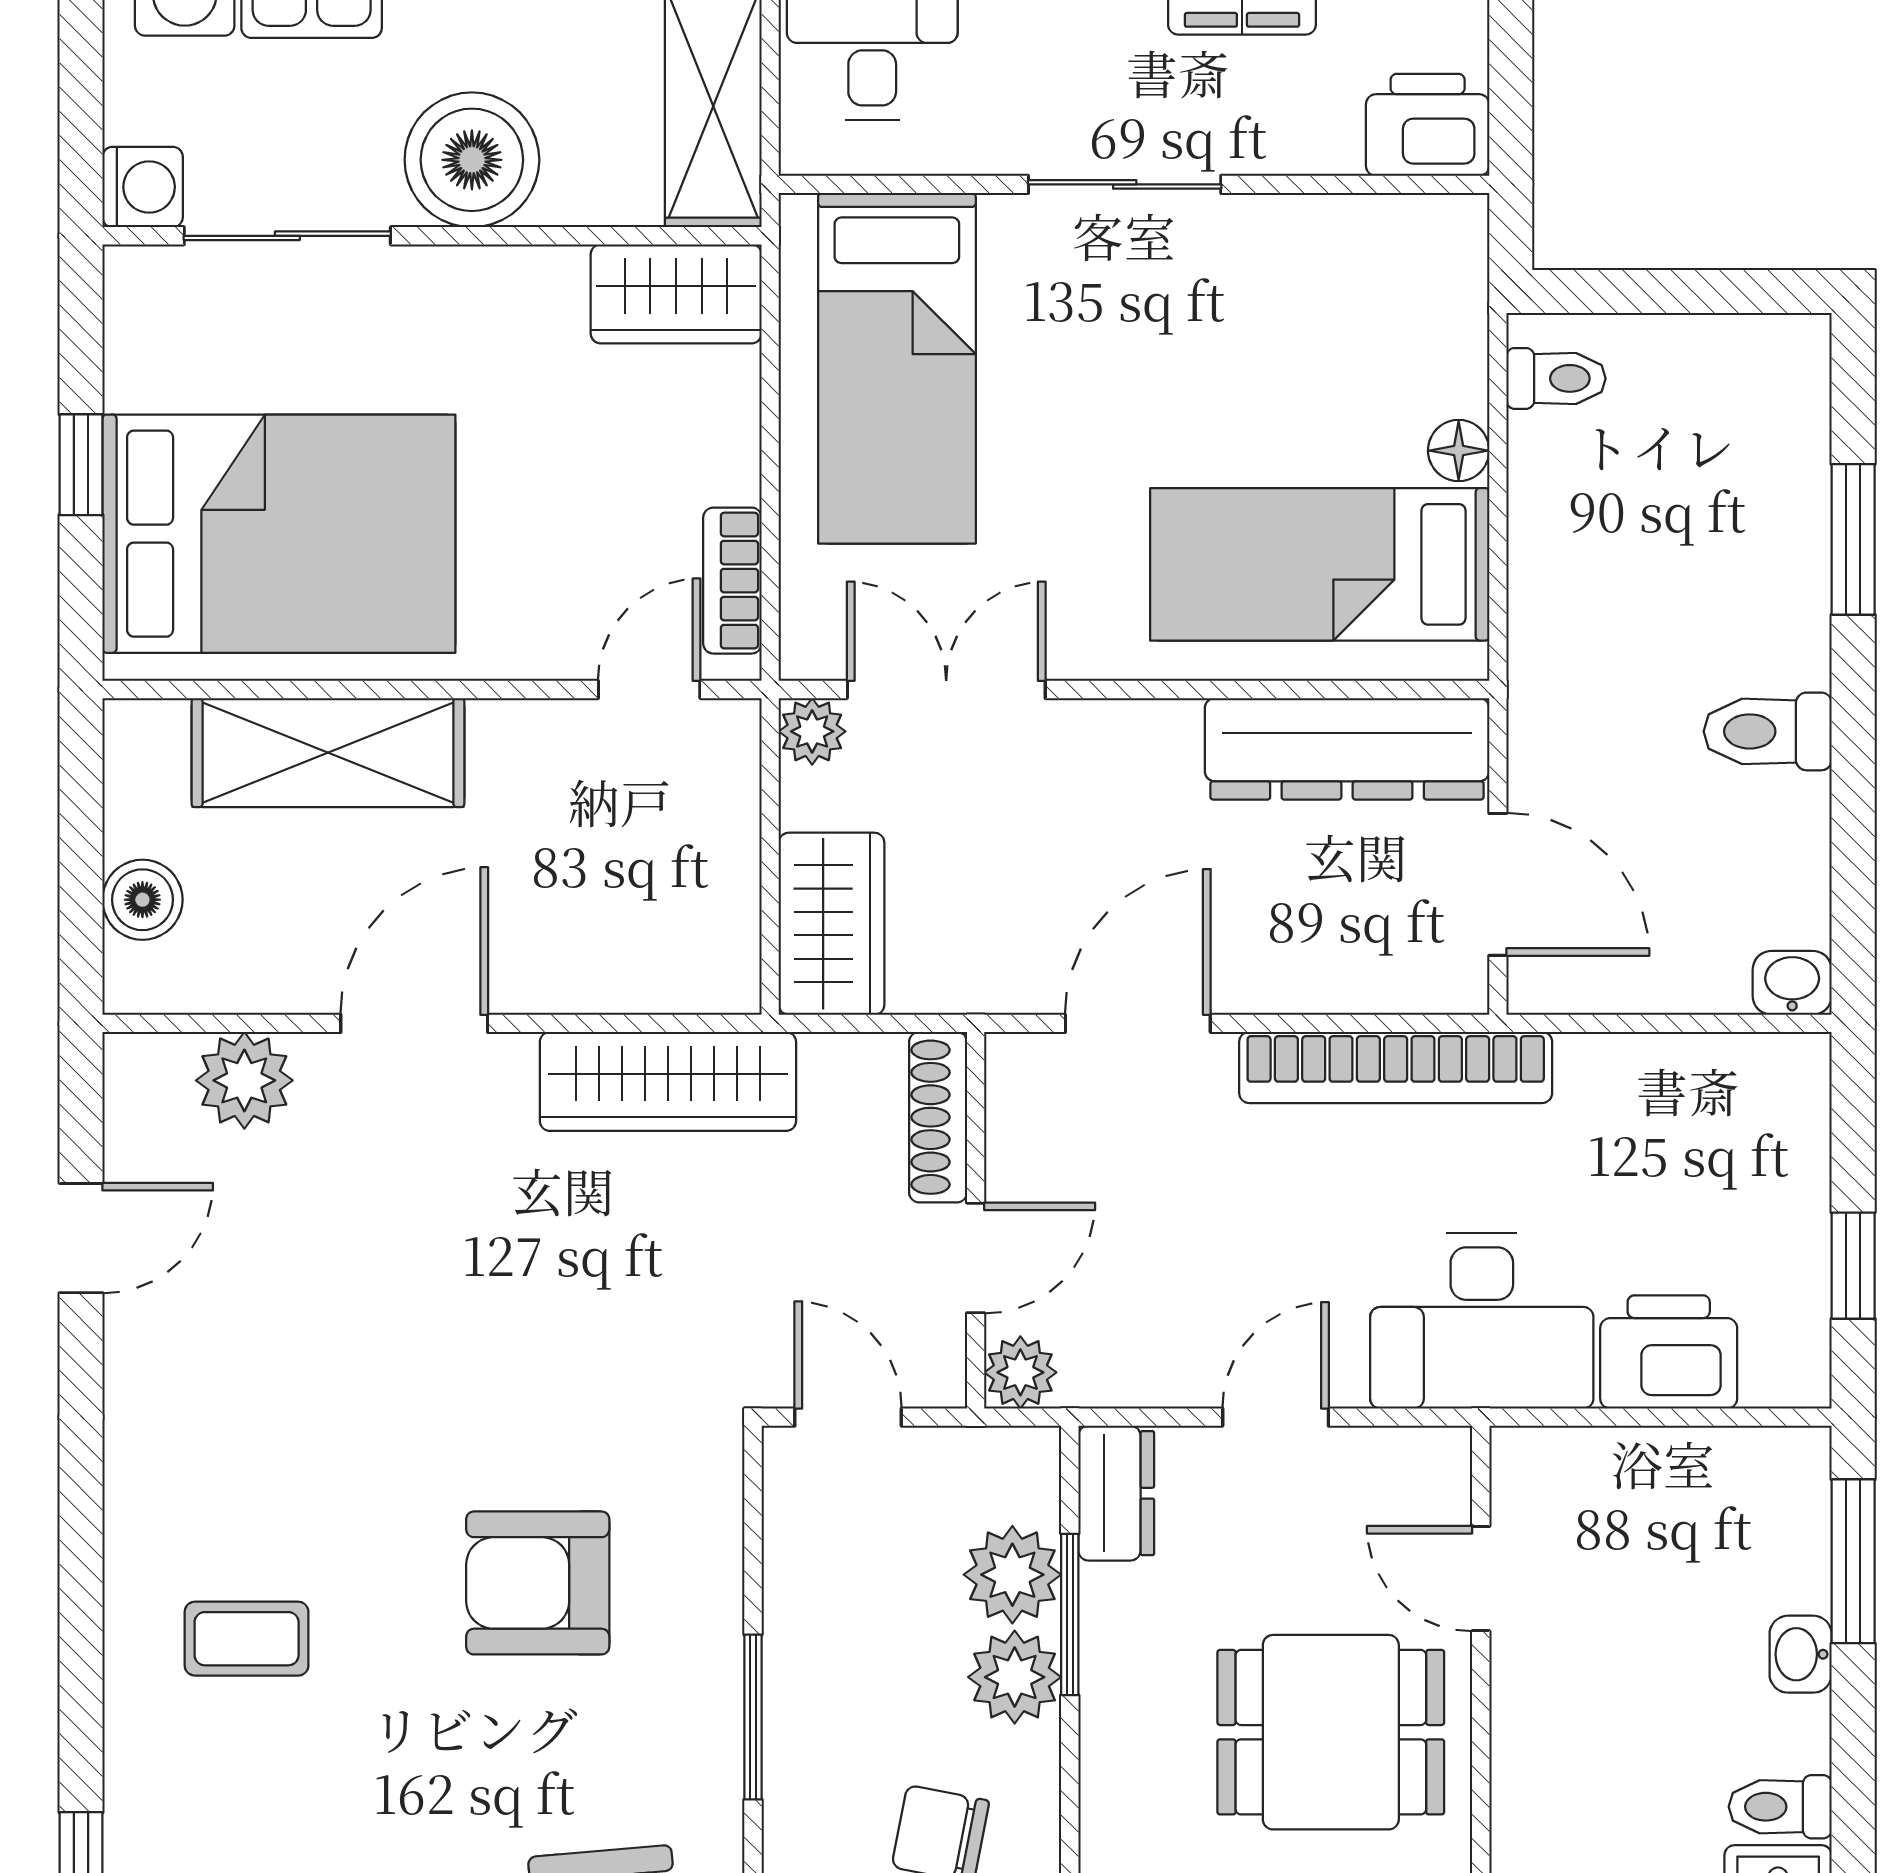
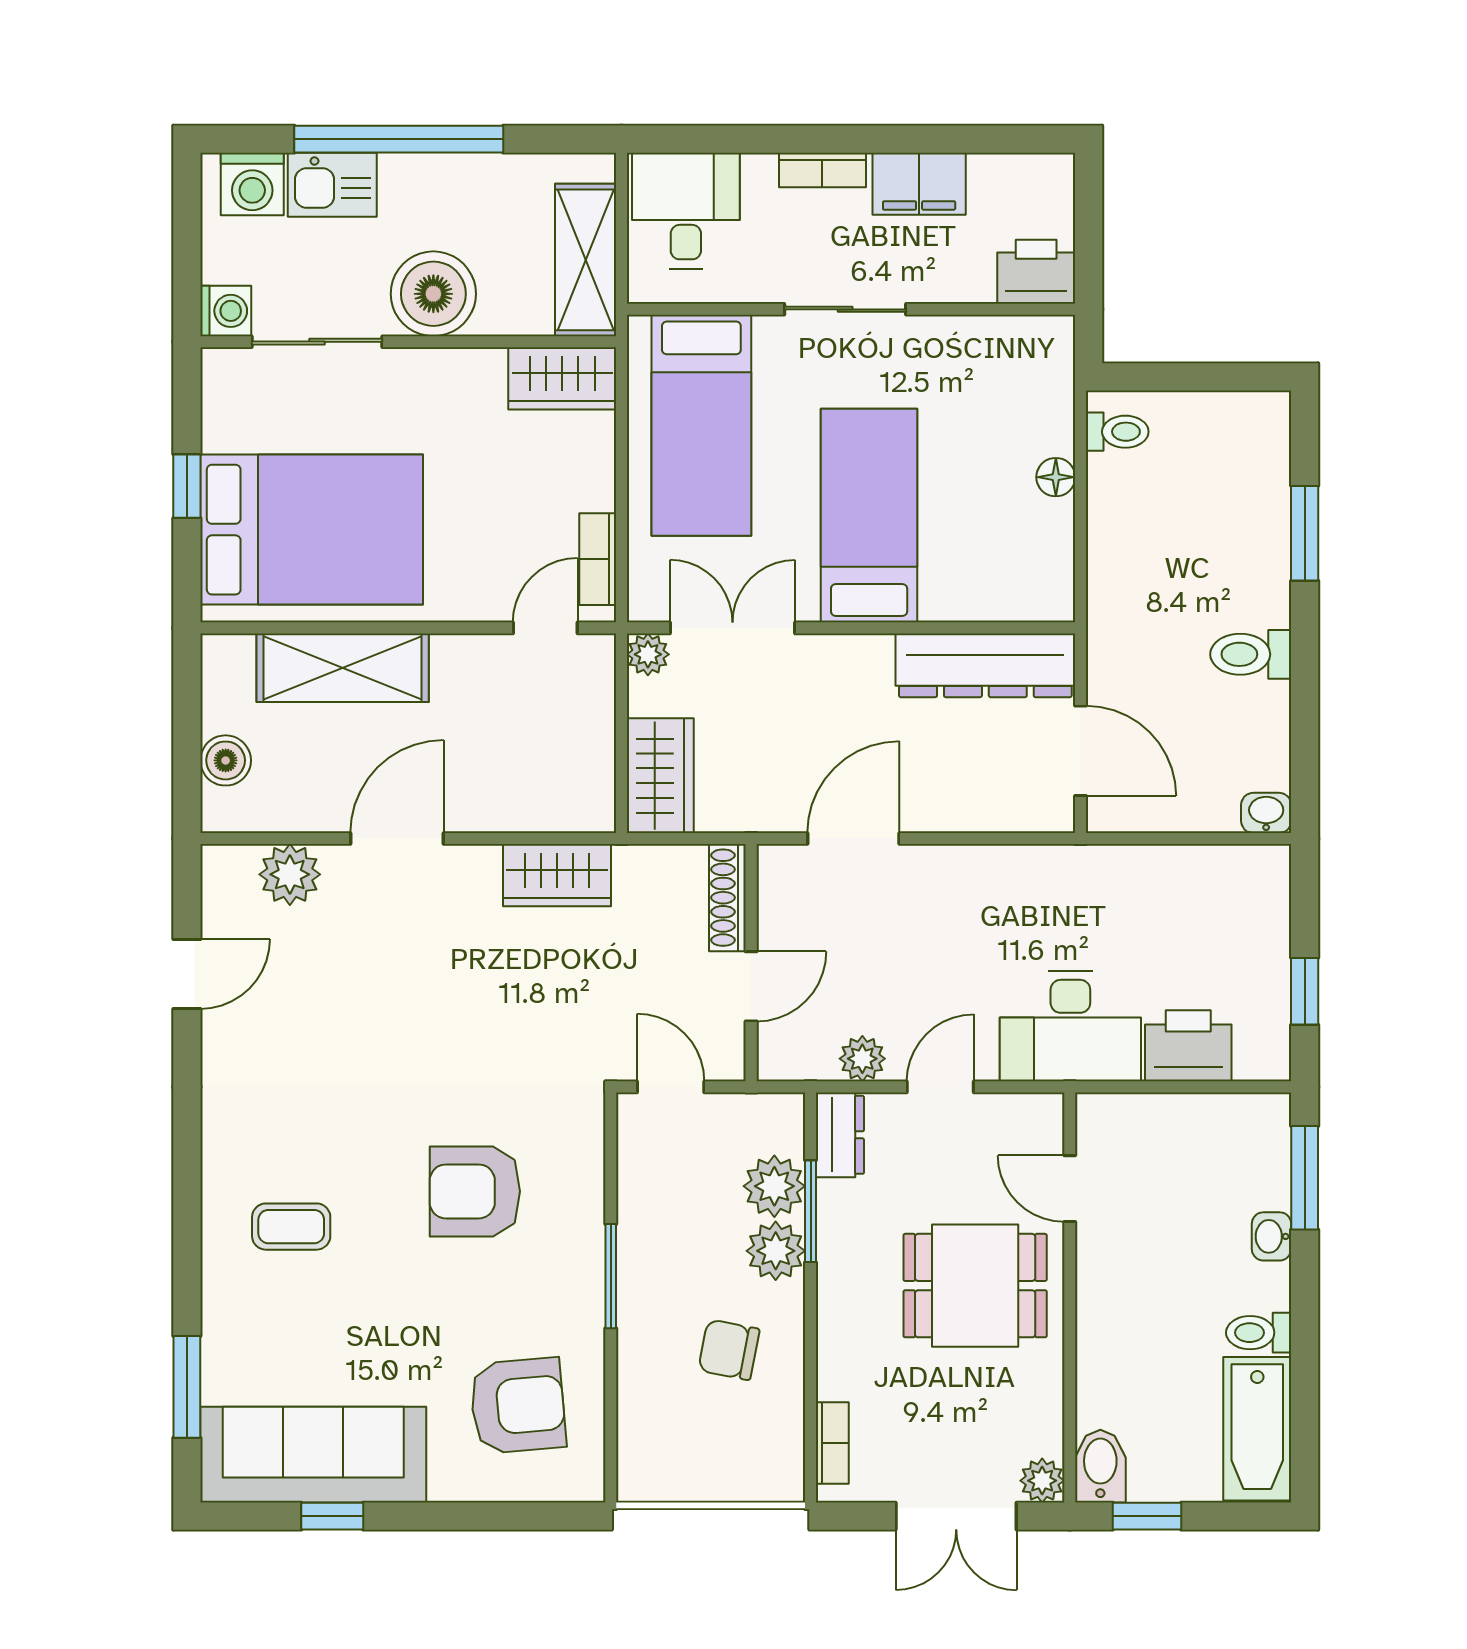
bed: (1320, 564) -> (869, 516), moved, turned 90
bookcase: (1396, 1067) -> (1016, 866), removed
wardrobe: (668, 1081) -> (557, 875), width x0.67
plant: (1020, 1372) -> (862, 1059), moved

